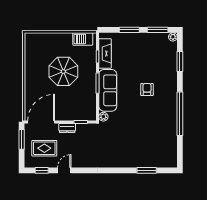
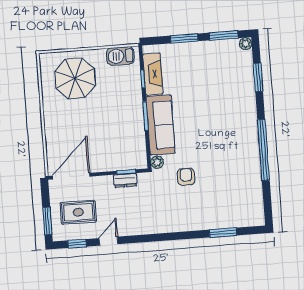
parasol: (63, 71) -> (75, 78), moved
armchair: (147, 89) -> (186, 177), moved
dresser: (67, 128) -> (125, 180), moved
window: (22, 139) -> (47, 221), moved

